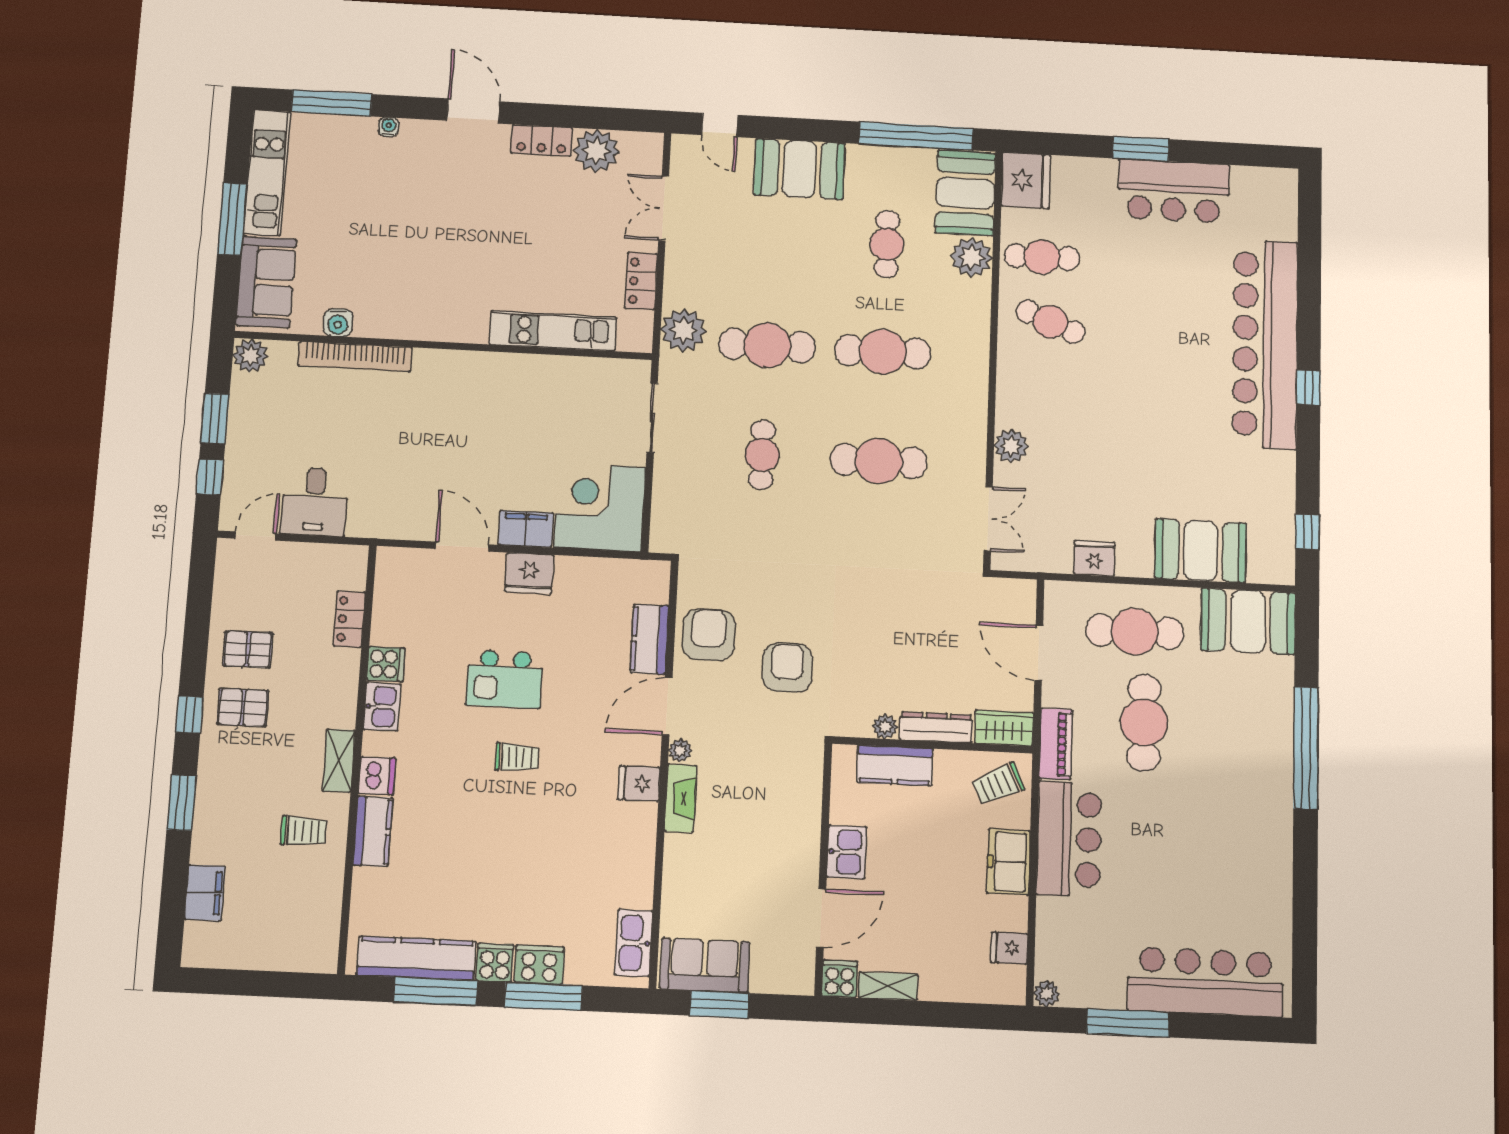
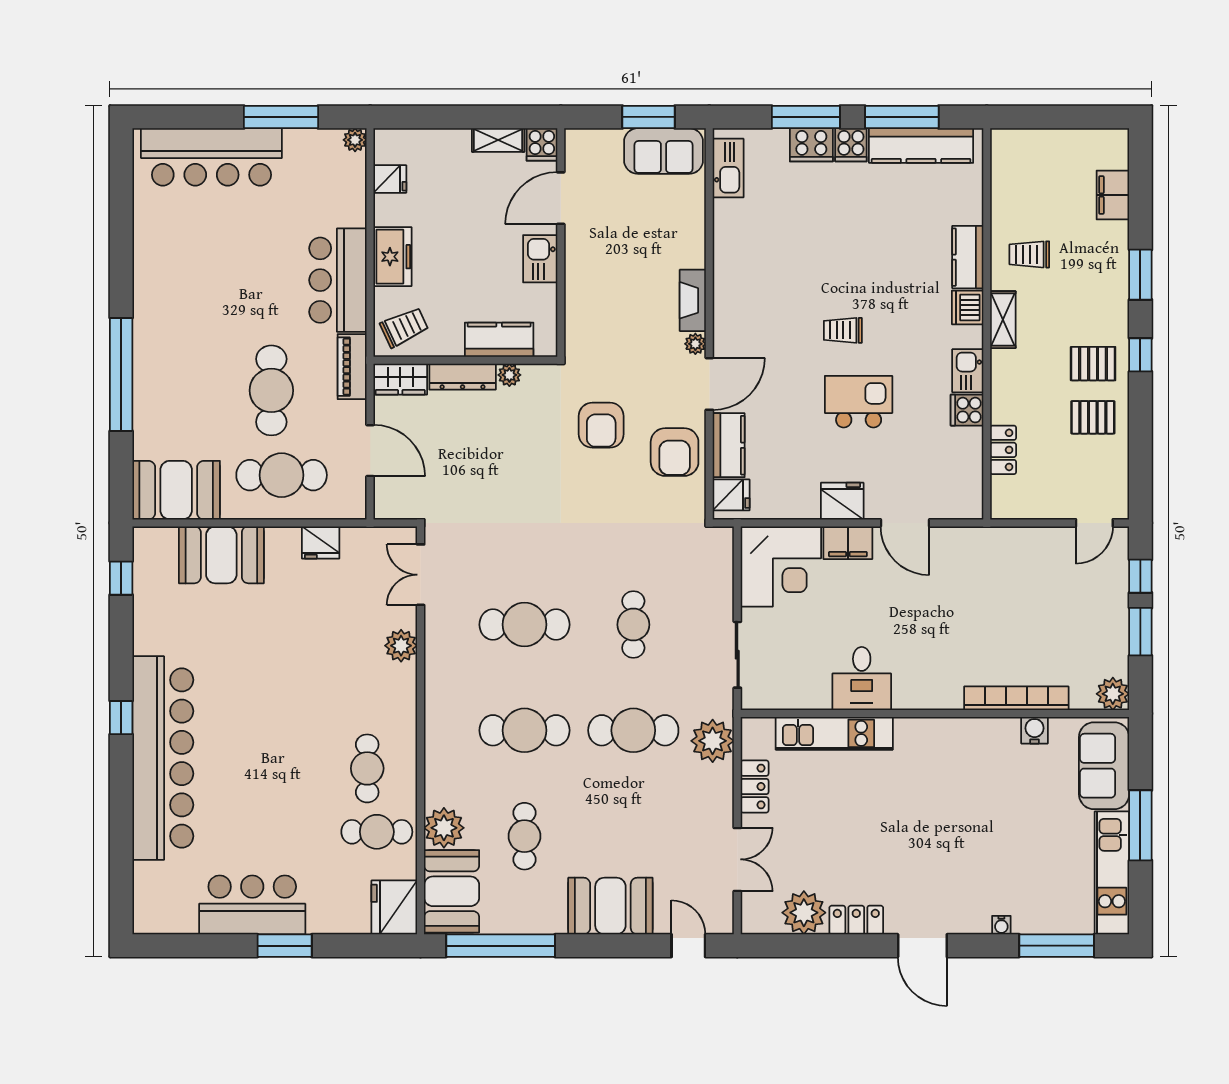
cafe table: (1050, 322) -> (367, 768), turned 68
desk: (315, 502) -> (862, 679), moved, turned 180
fridge: (639, 784) -> (731, 495), moved

